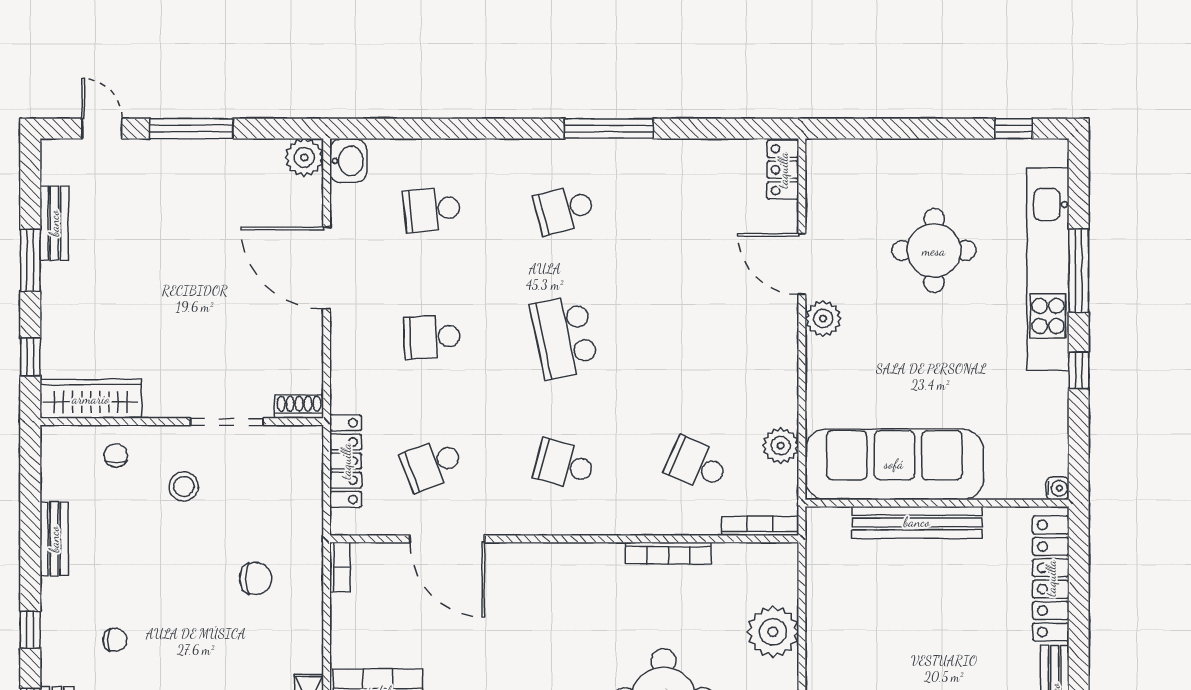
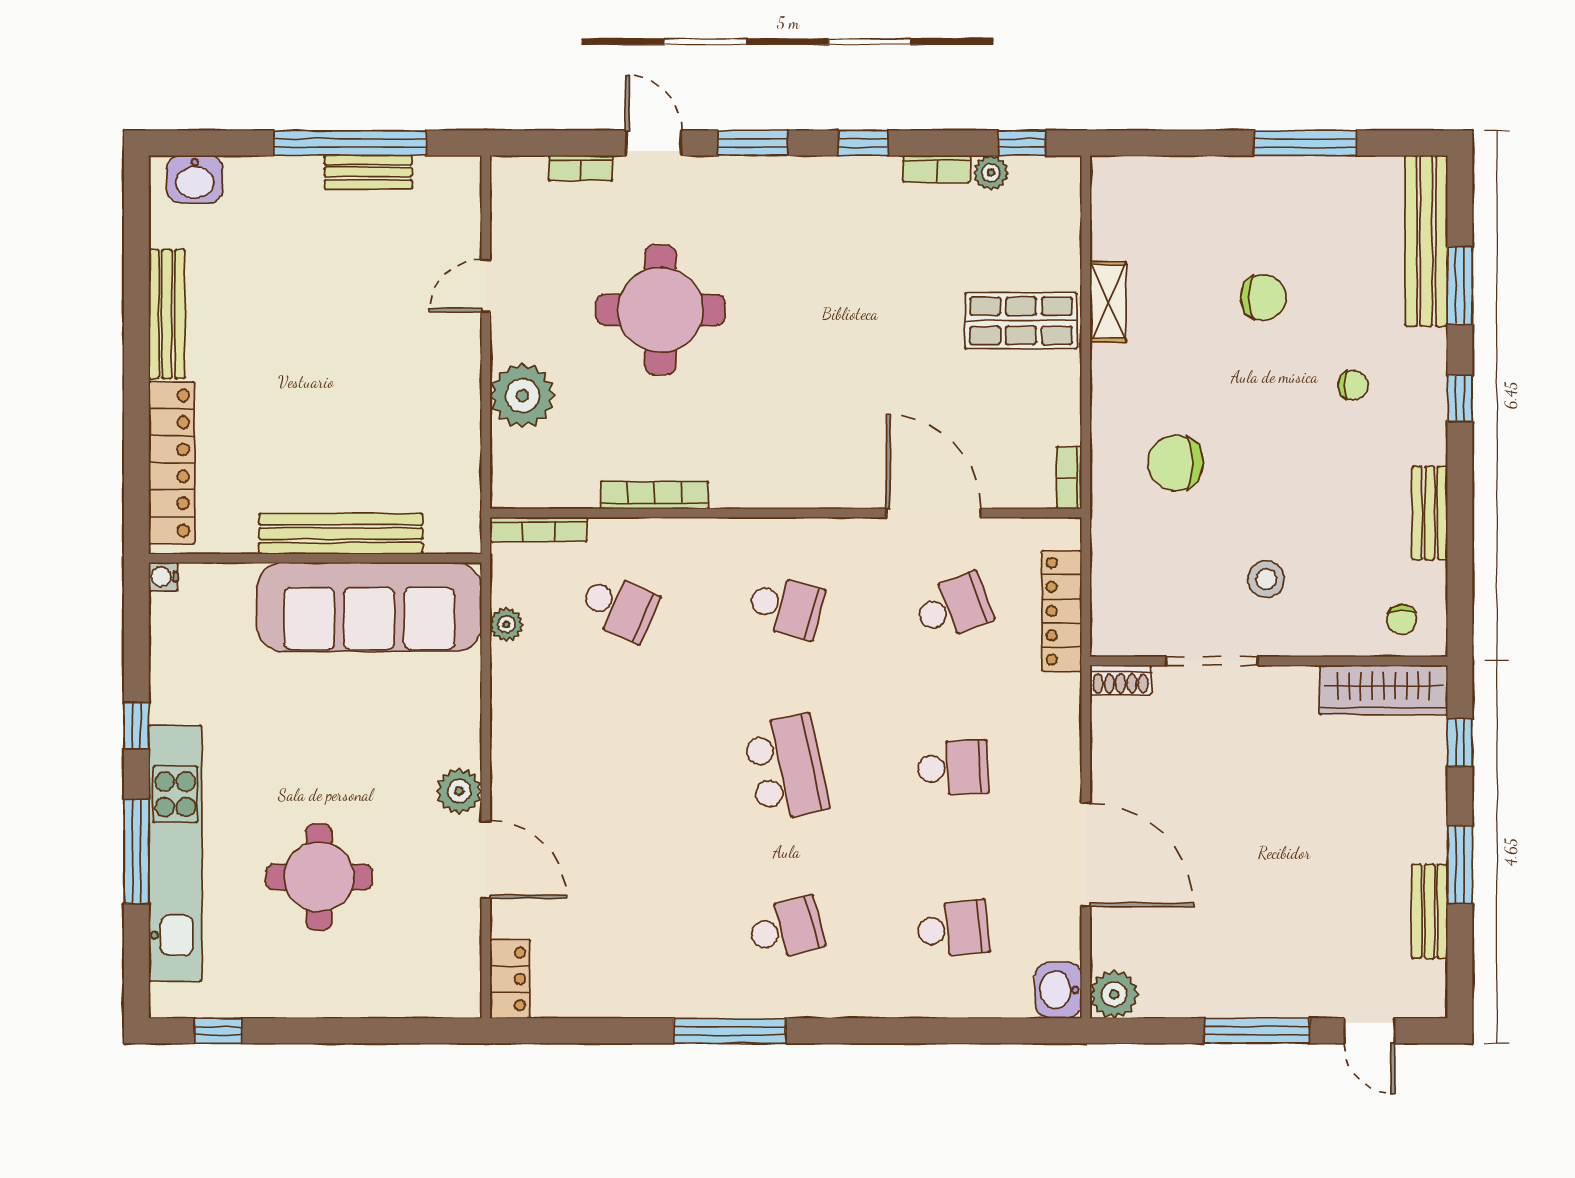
plant: (781, 446) -> (506, 624), width x0.73, depth x0.73
chair: (116, 455) -> (1402, 620), moved
chair: (256, 579) -> (1175, 463), width x1.37, depth x1.37
chair: (115, 640) -> (1353, 385), turned 180

